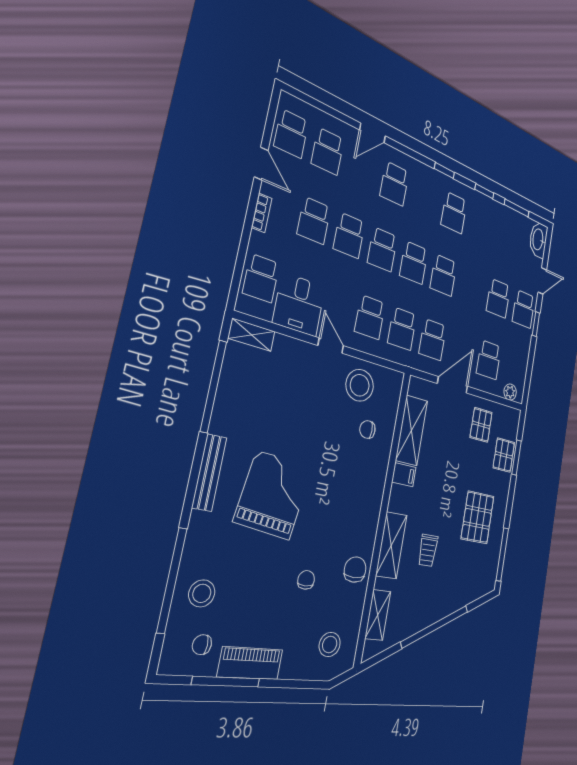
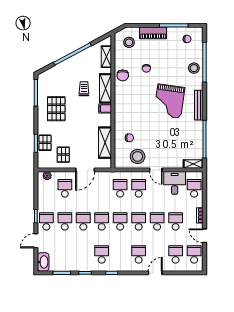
school desk: (433, 340) -> (83, 221), moved
filing cabinet: (404, 475) -> (105, 109), moved
stool: (202, 593) -> (194, 68), moved
piano: (250, 663) -> (153, 33), moved

